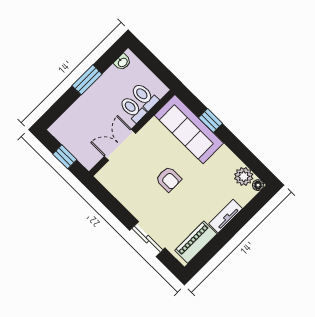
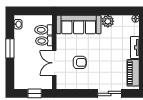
window: (210, 121) -> (85, 11), removed
plant: (244, 176) -> (108, 21), moved
armchair: (169, 179) -> (80, 62), moved

